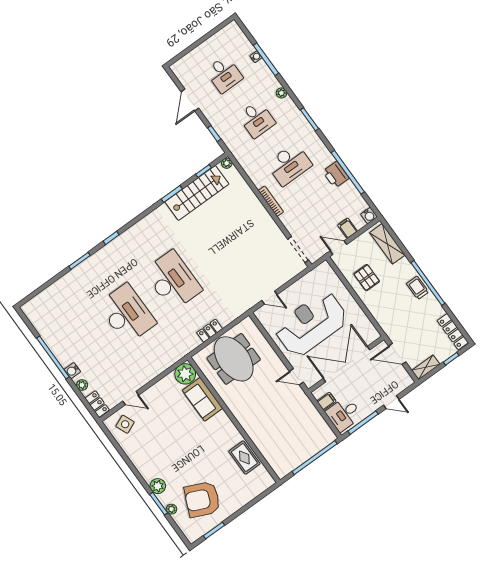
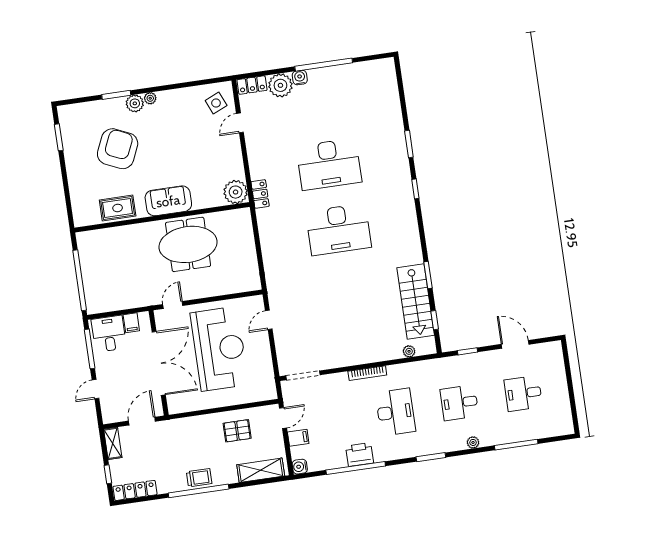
water cooler: (256, 57) -> (524, 436), removed
plant: (227, 163) -> (409, 351), moved
desk: (289, 164) -> (395, 412), turned 180
locker: (210, 331) -> (260, 194), moved
meeting table: (234, 359) -> (188, 244), moved
plant: (82, 385) -> (280, 85), width x1.87, depth x1.87
sofa: (203, 399) -> (168, 201), moved
armchair: (202, 499) -> (118, 149), moved
plant: (171, 509) -> (150, 98), moved

